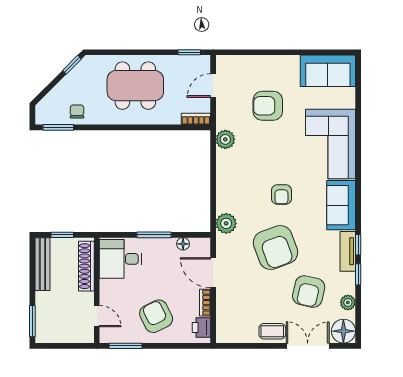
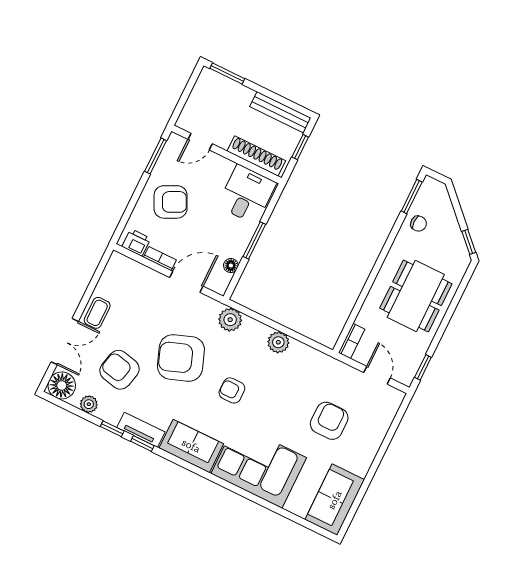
plant: (225, 139) -> (278, 342), moved

